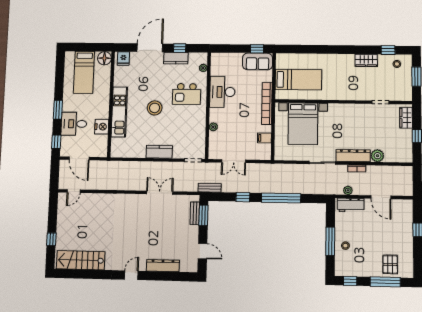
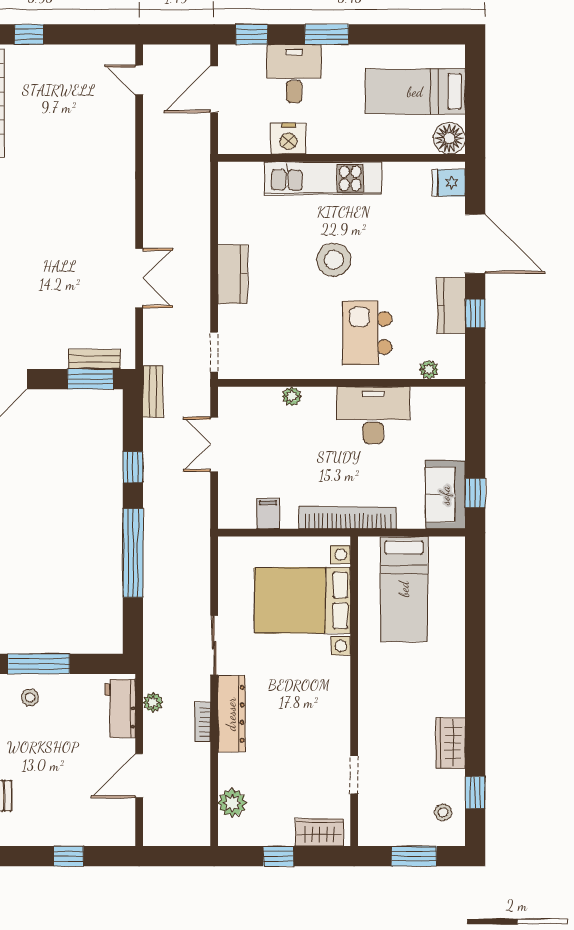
plant: (377, 156) -> (232, 803), moved

